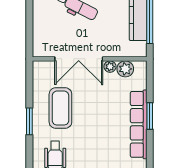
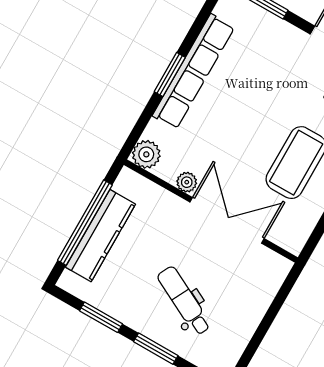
plant: (125, 69) -> (146, 154), moved

